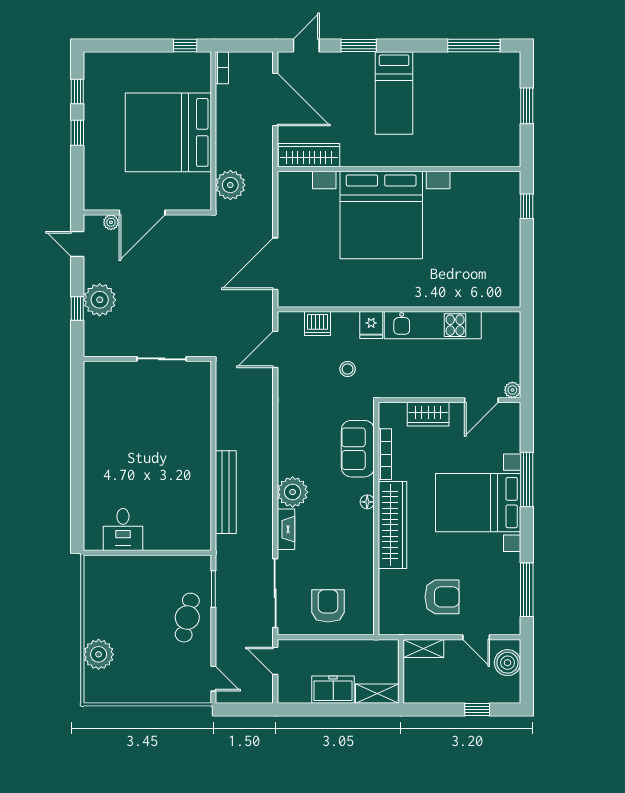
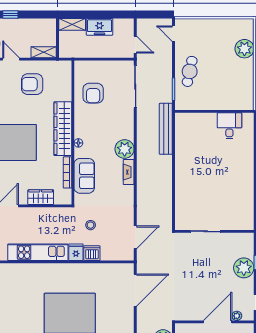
dishwasher: (317, 324) -> (92, 253), moved
bench: (226, 492) -> (166, 129), moved
fireplace: (286, 529) -> (129, 172), moved
armchair: (328, 606) -> (93, 93), moved

